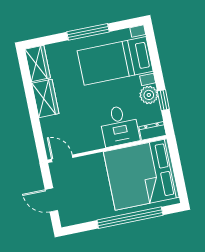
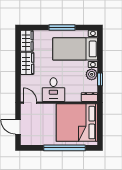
desk: (119, 126) -> (53, 90), moved

